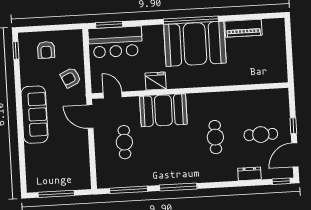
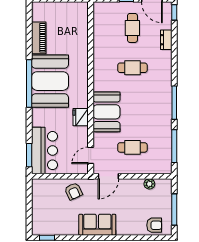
armchair: (46, 50) -> (154, 225), moved
sofa: (34, 115) -> (97, 225), width x0.73
plant: (84, 164) -> (149, 184), added

